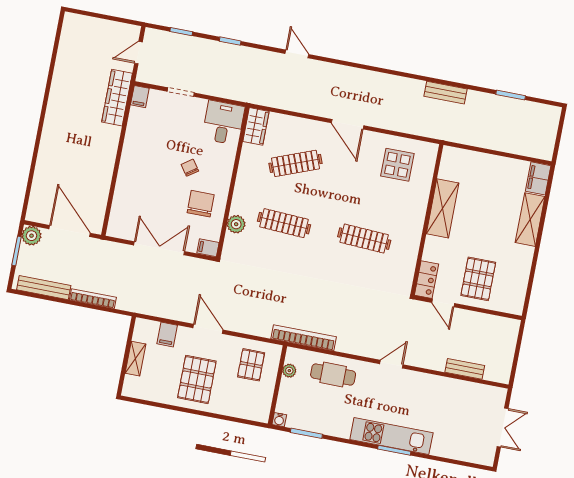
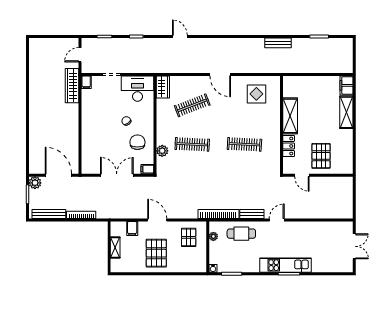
desk: (223, 123) -> (137, 89), width x1.37
locker: (427, 280) -> (289, 146), moved
bench: (465, 369) -> (252, 214), moved

